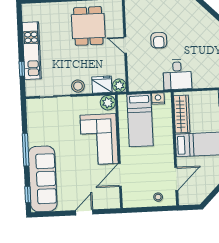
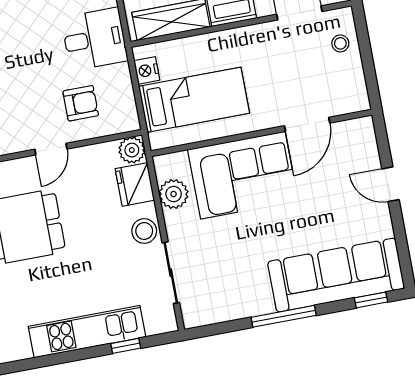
armchair: (159, 40) -> (81, 103), moved
plant: (108, 103) -> (174, 194), moved
door: (120, 175) -> (307, 124), hinge flipped

